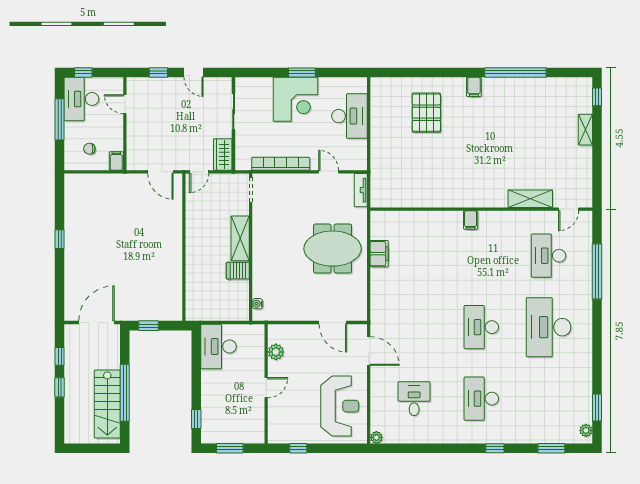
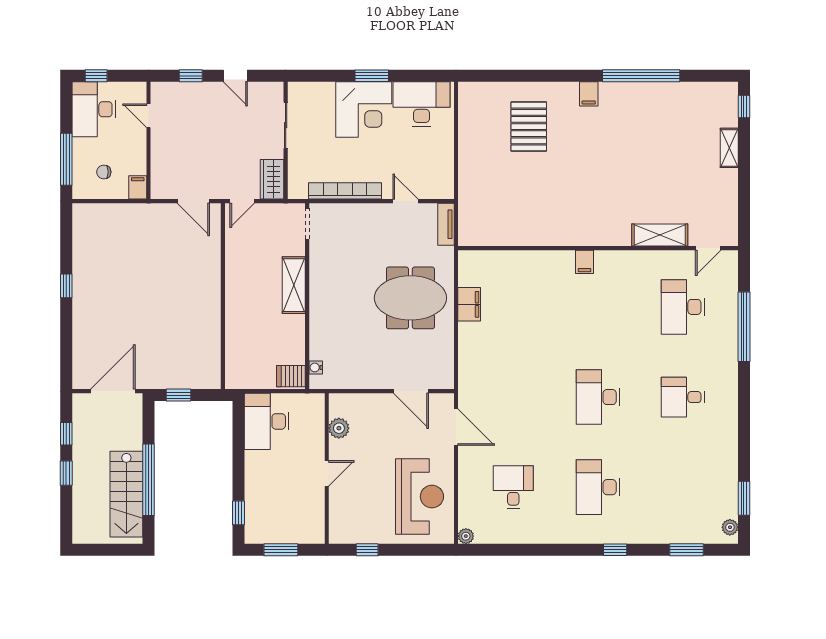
desk: (350, 116) -> (421, 104), moved, turned -90
window: (60, 119) -> (66, 159), moved
server rack: (238, 271) -> (291, 376), moved
desk: (549, 327) -> (683, 397), width x0.53, depth x0.77

